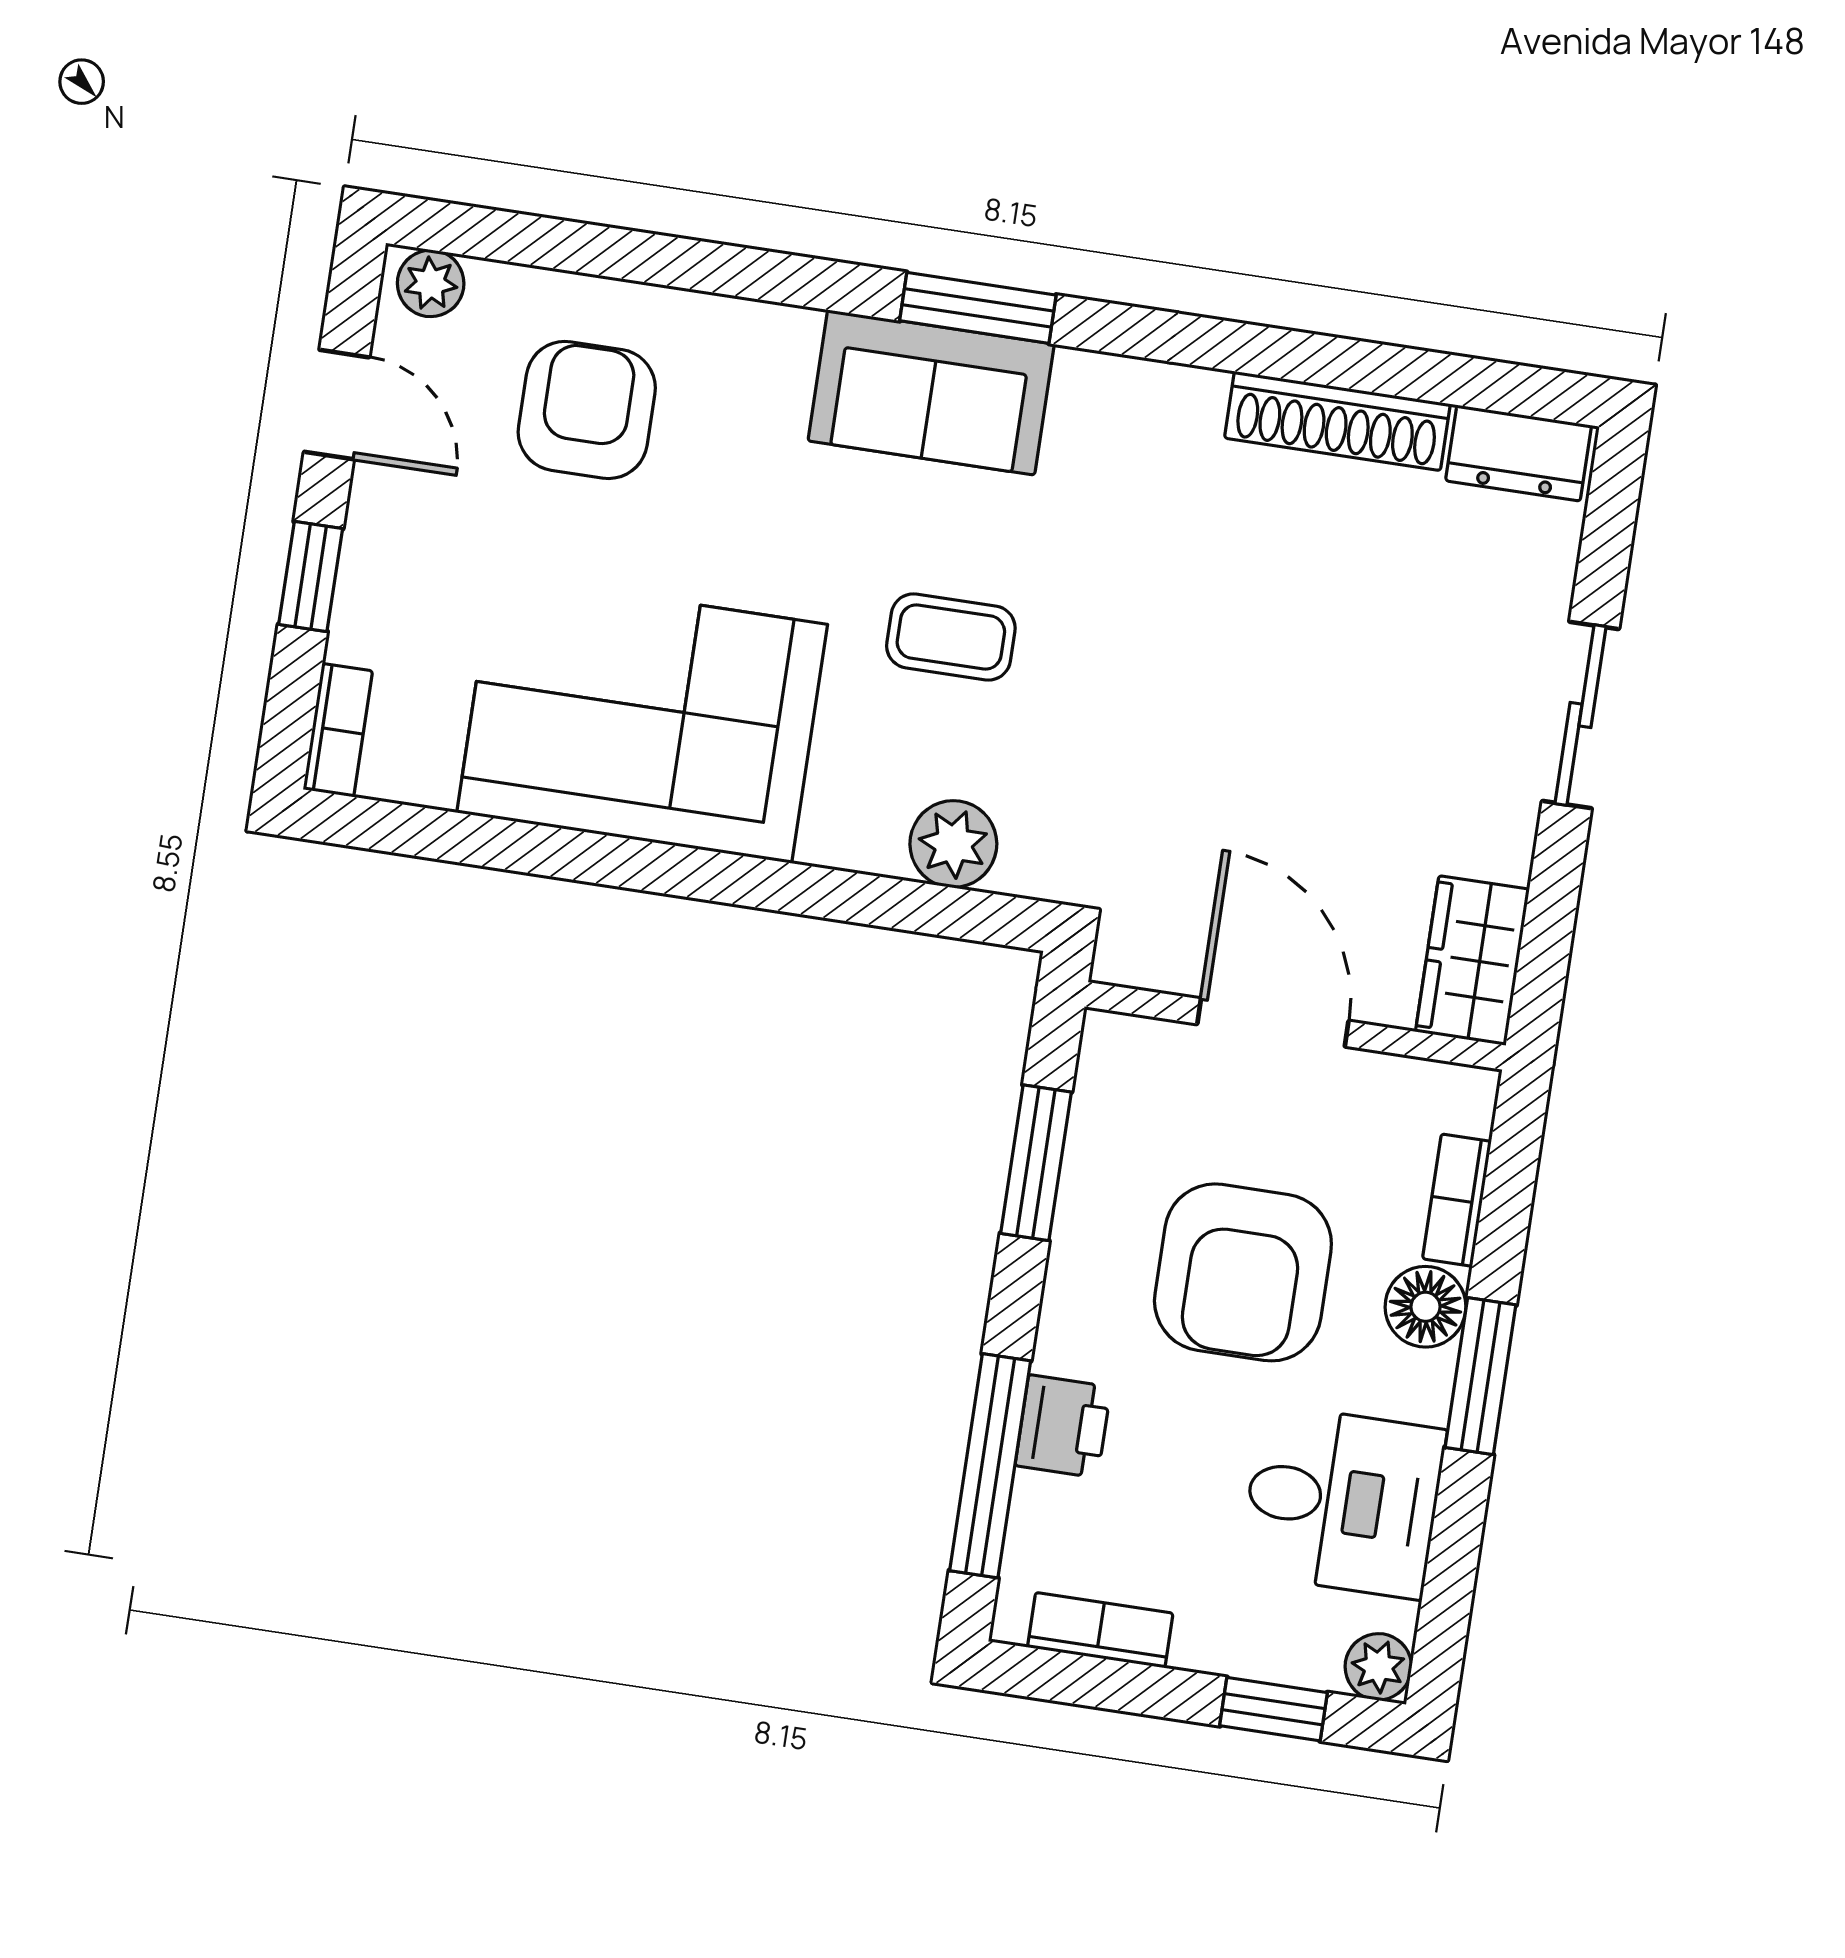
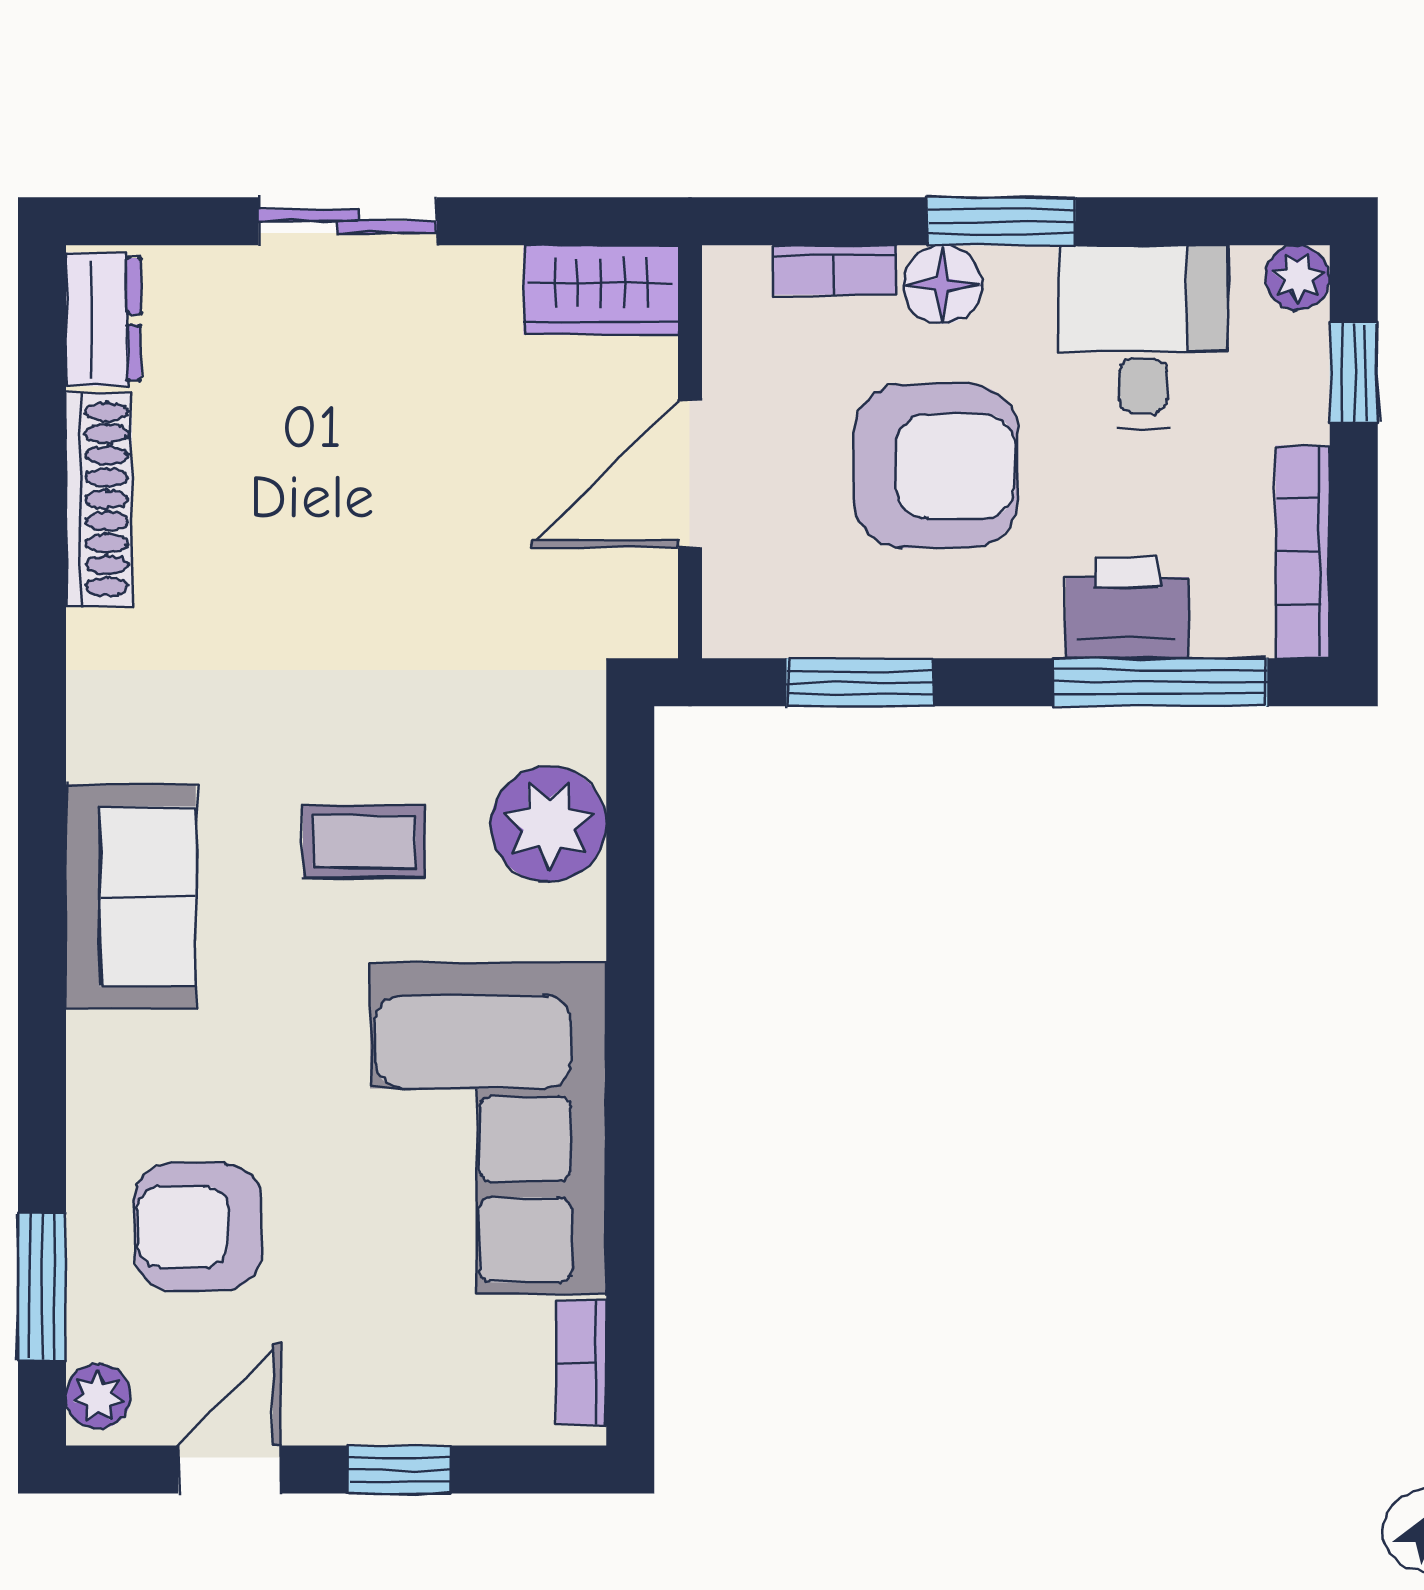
window: (978, 308) -> (42, 1287), moved
coffee table: (951, 637) -> (364, 841), turned 90
bookcase: (338, 730) -> (582, 1362), moved, turned -90
plant: (953, 844) -> (549, 824), width x1.36, depth x1.36
printer: (1063, 1426) -> (1127, 608), width x1.36, depth x1.24
bookcase: (1100, 1630) -> (1303, 552), width x1.56

